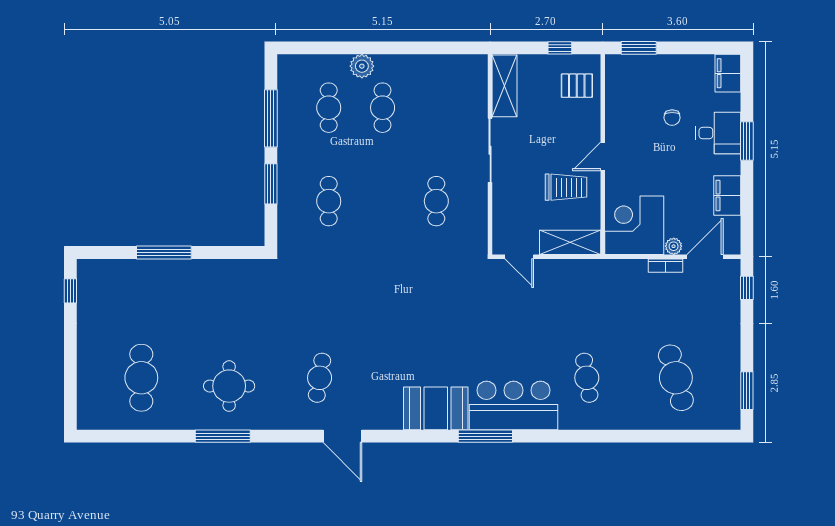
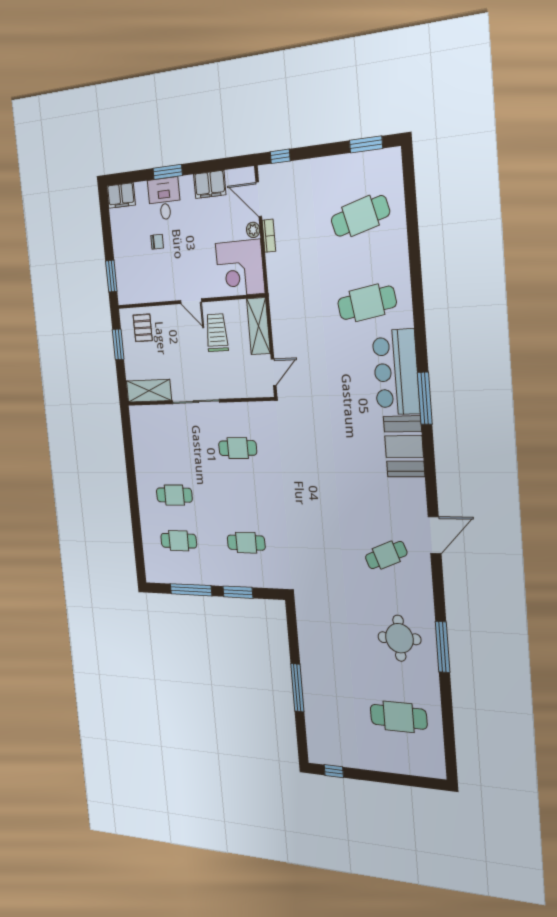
window: (560, 48) -> (118, 344), width x1.50
plant: (362, 66) -> (147, 512), removed
cafe table: (320, 378) -> (386, 555), turned -30
cafe table: (587, 378) -> (367, 303), width x1.37, depth x1.35

